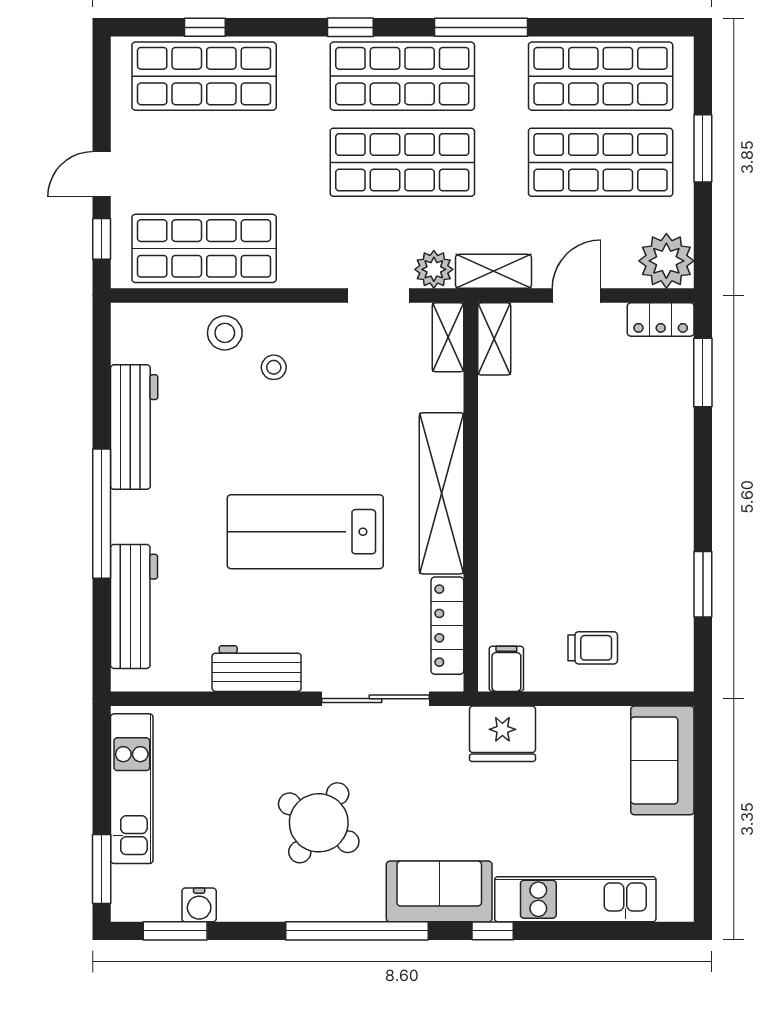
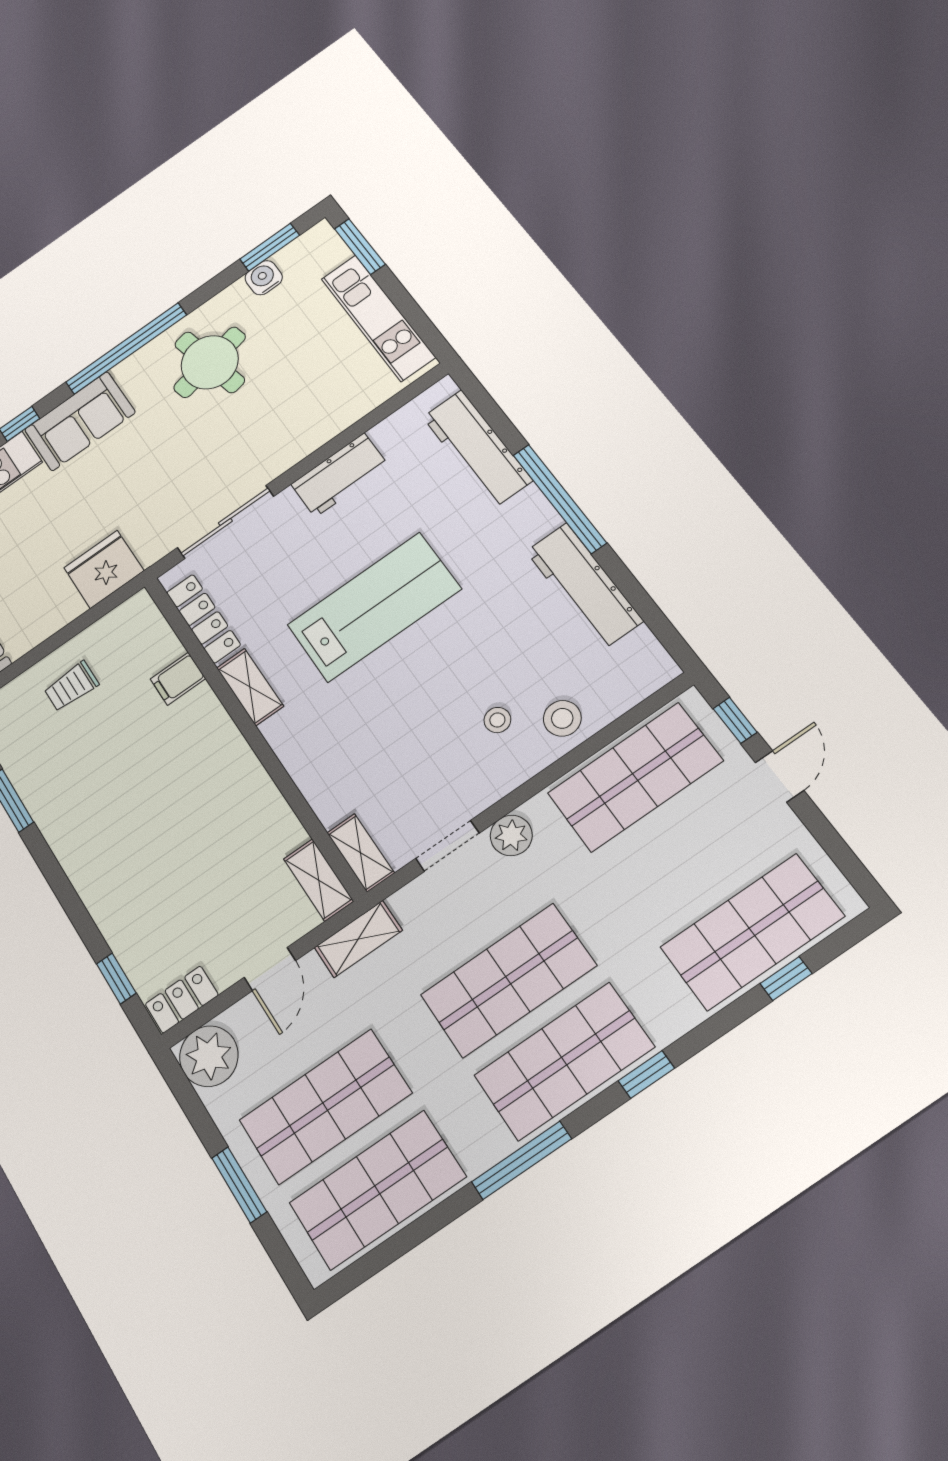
plant: (434, 269) -> (511, 835), moved
window: (703, 373) -> (116, 978), width x0.67
shelving: (441, 493) -> (250, 687), width x0.45, depth x0.75
filing cabinet: (506, 669) -> (178, 679), moved, turned 90
round table: (319, 823) -> (210, 362), moved, turned 45

